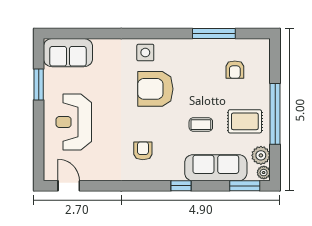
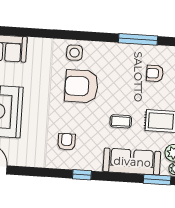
armchair: (235, 70) -> (155, 73), turned 90
window: (181, 186) -> (82, 175), moved

